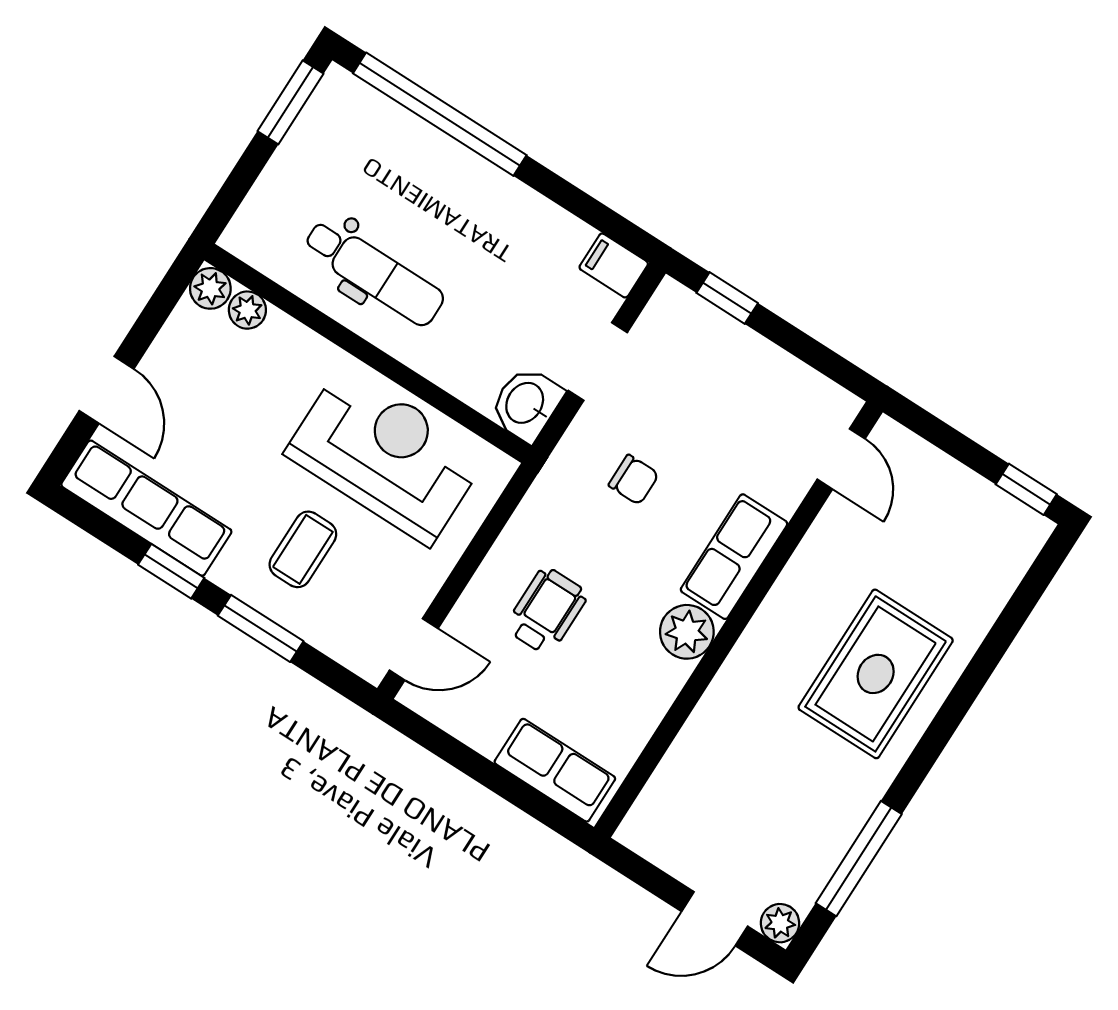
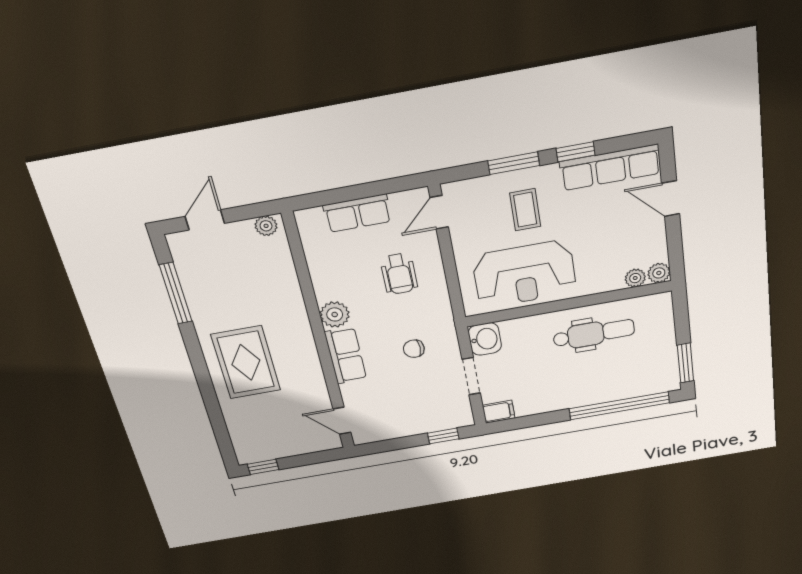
dental chair: (374, 272) -> (594, 334), turned 180
row of seats: (555, 770) -> (357, 213), moved
plant: (780, 923) -> (266, 226), moved

